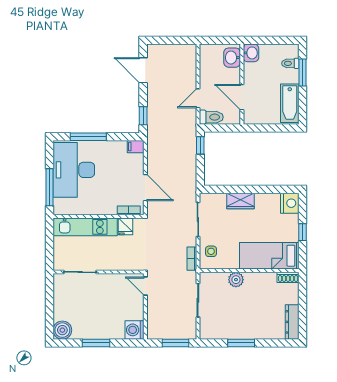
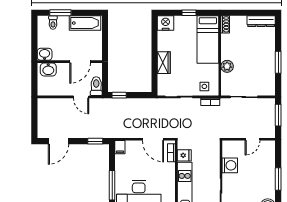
door: (145, 188) -> (153, 139), swing flipped
door: (145, 286) -> (252, 139), moved
washing machine: (134, 330) -> (230, 165), moved, turned -90

